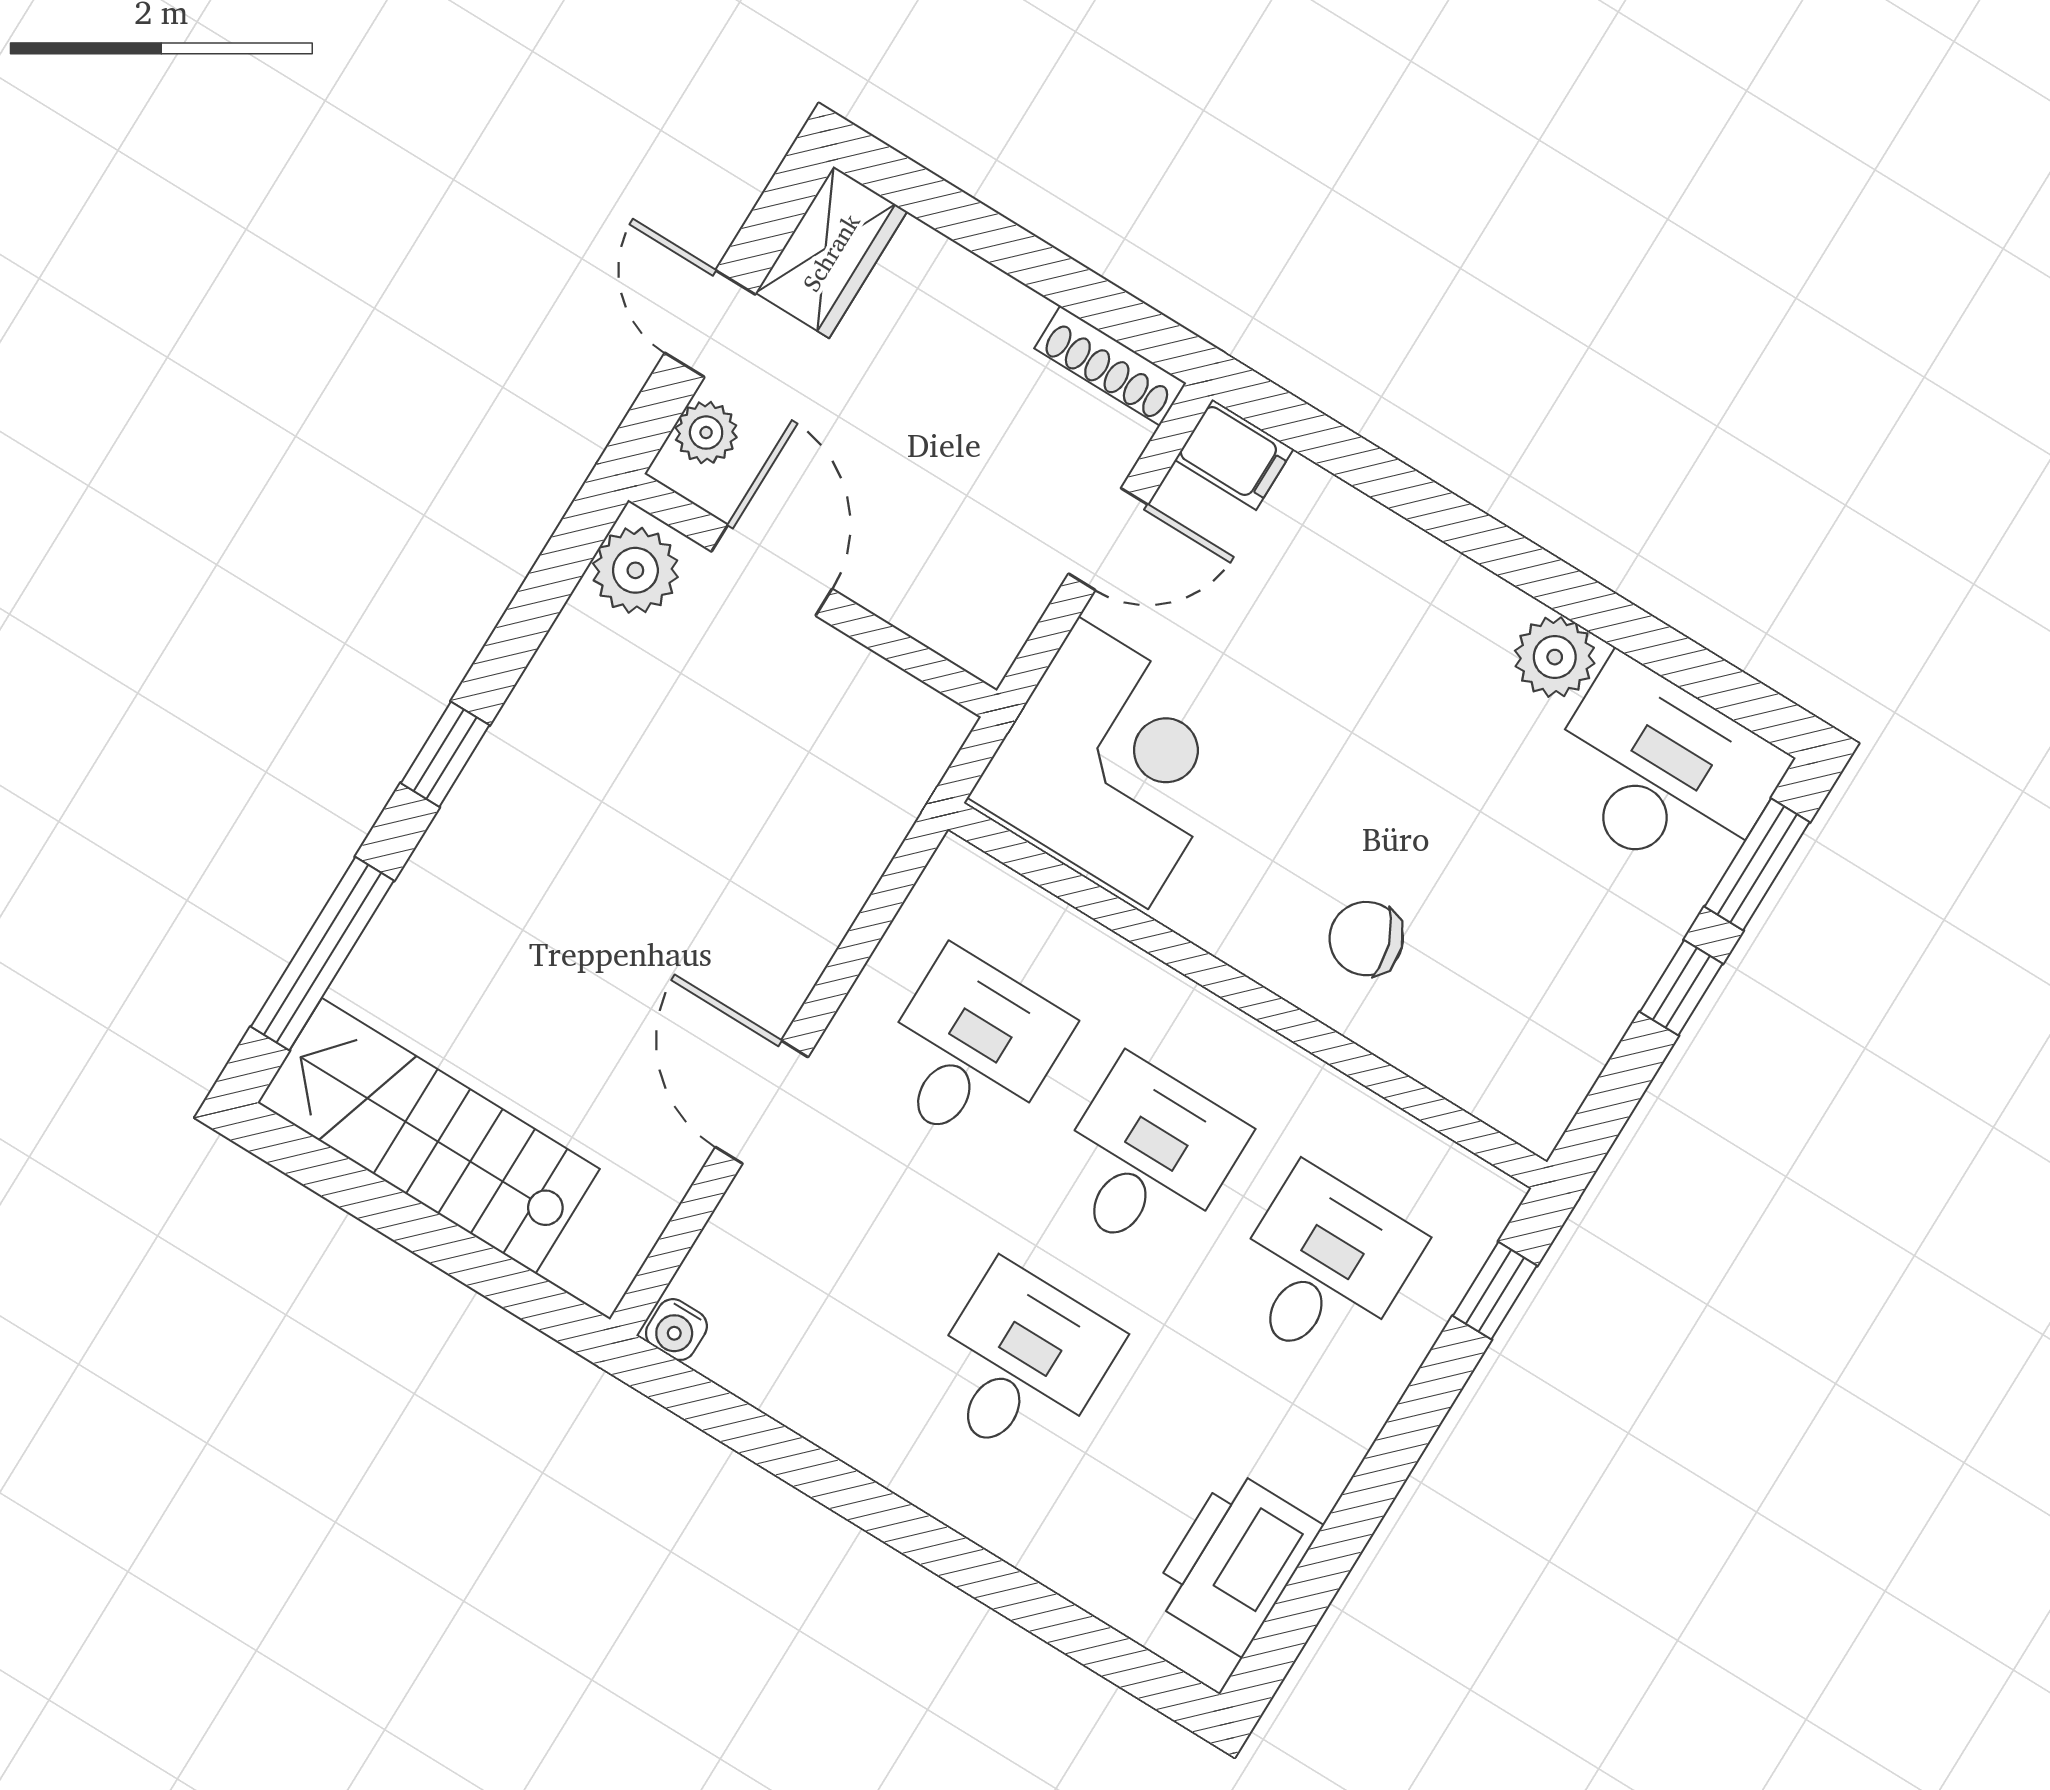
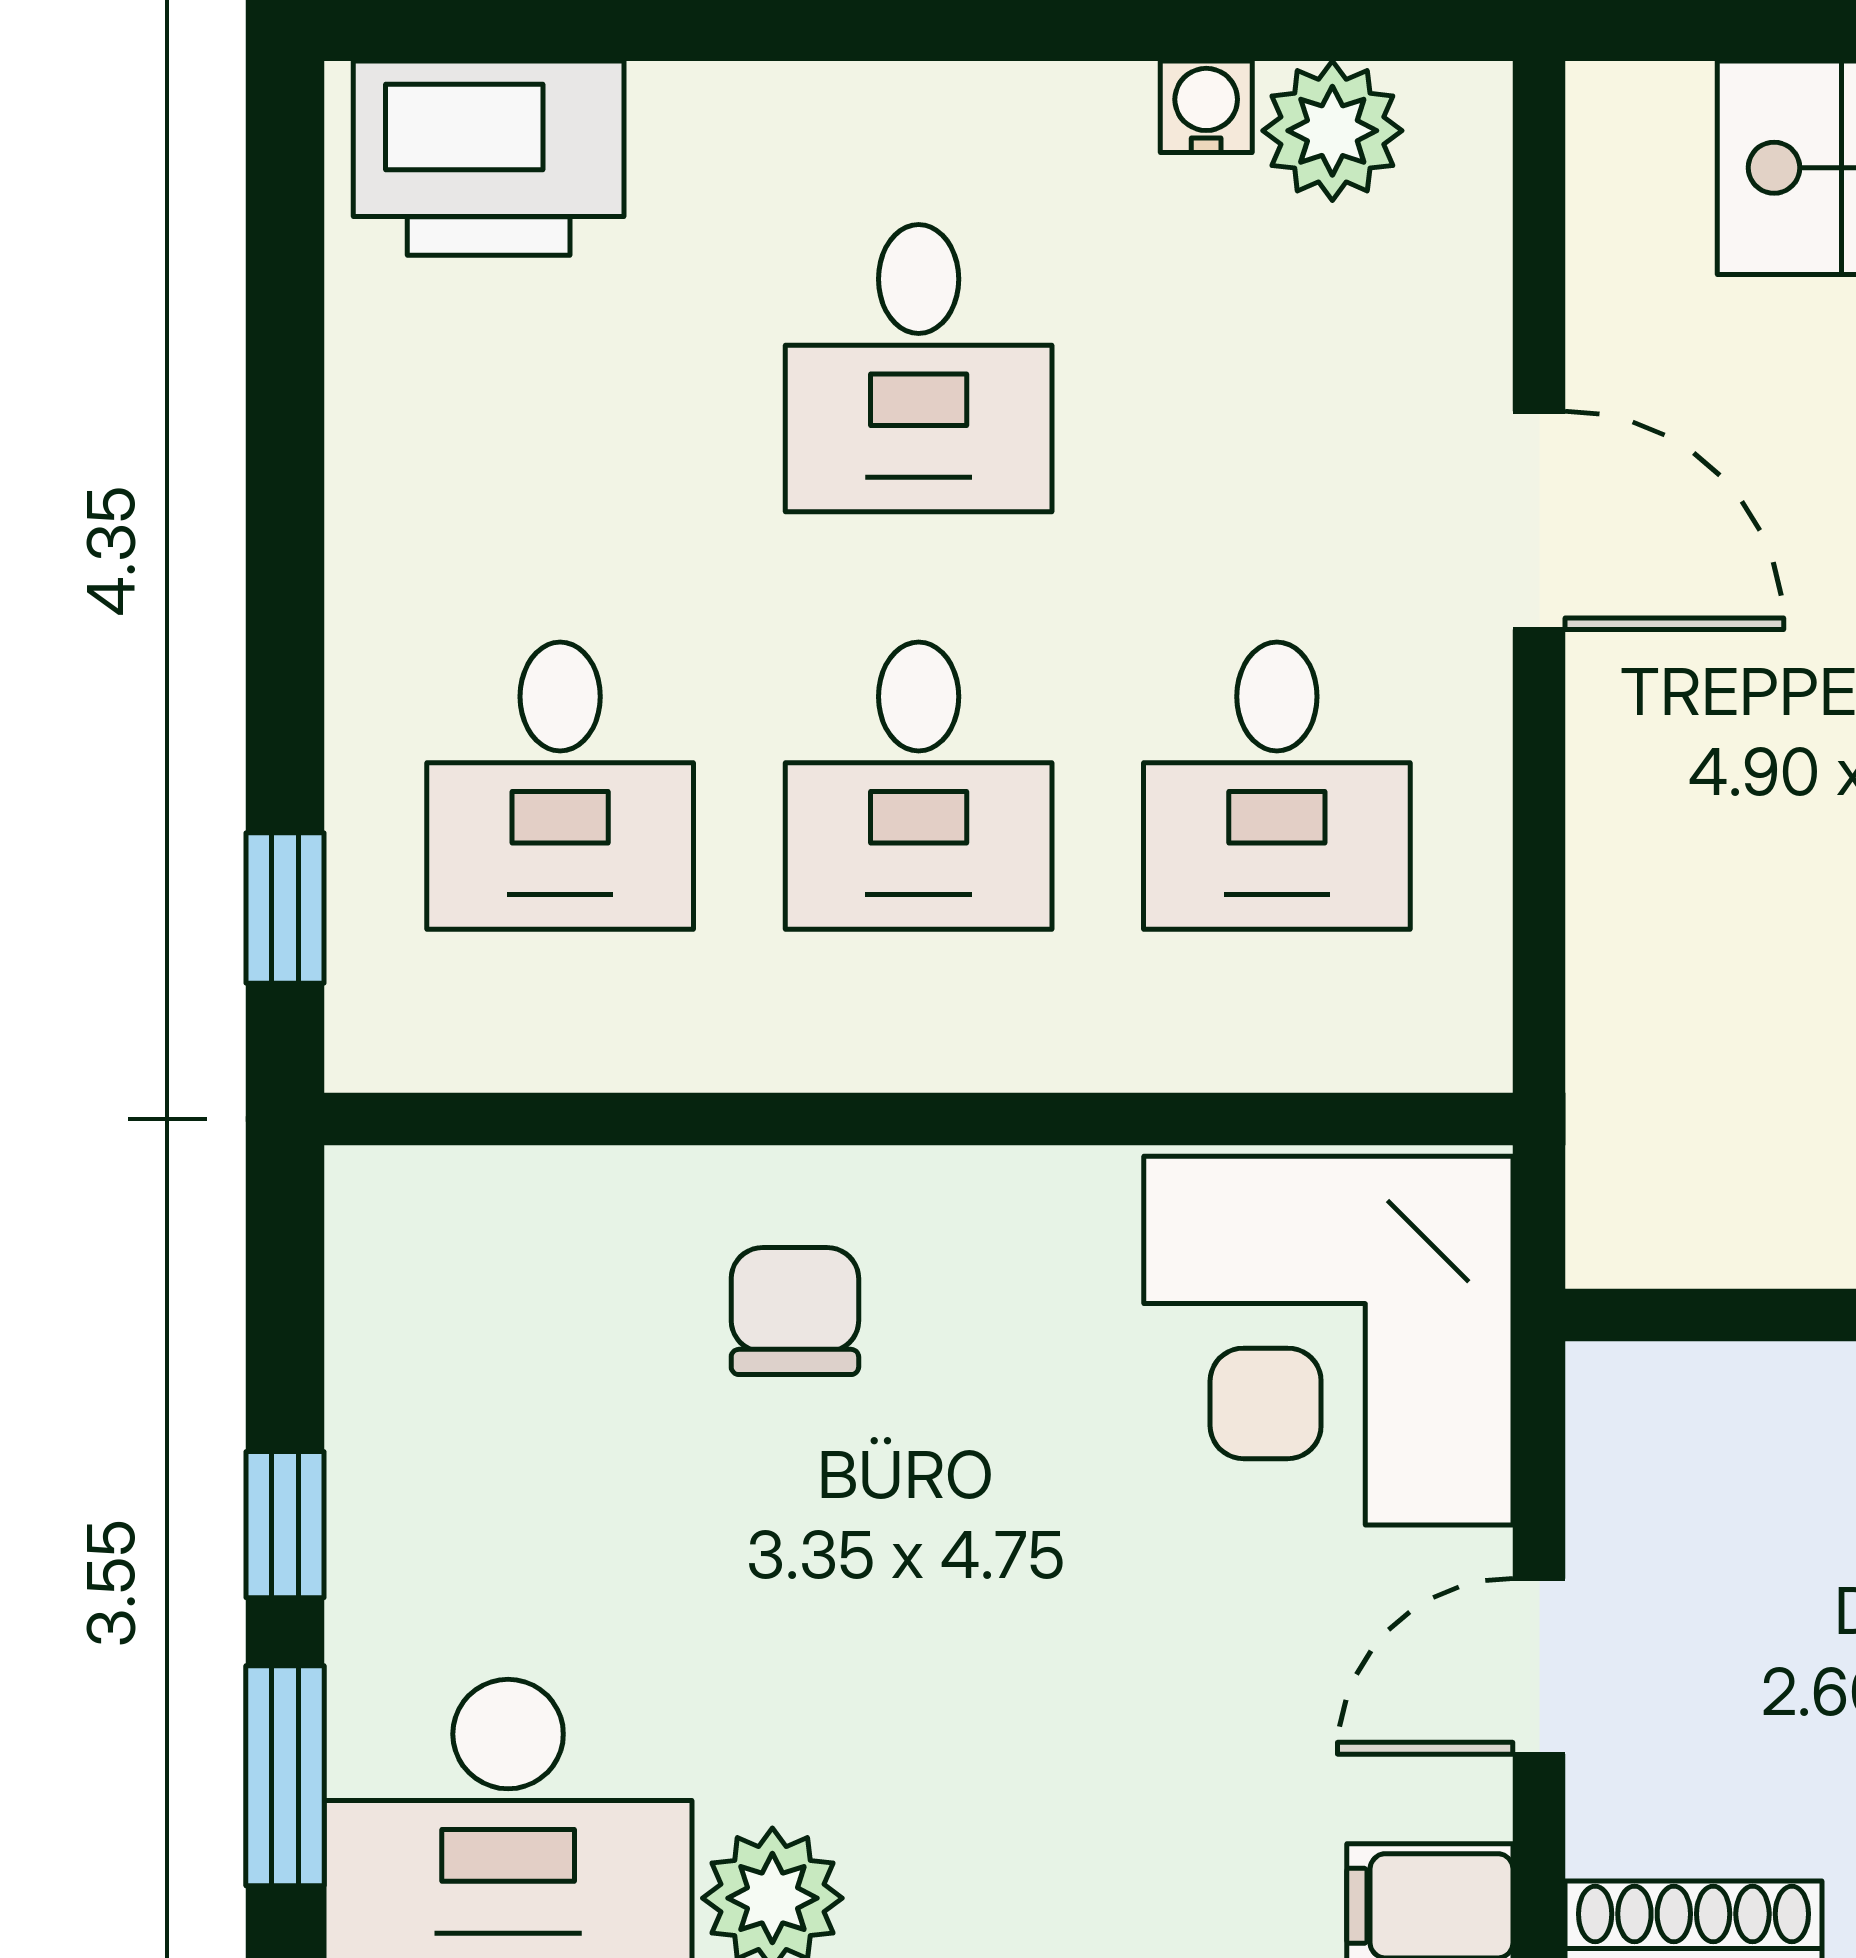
chair: (1366, 939) -> (795, 1311), turned -72
water cooler: (676, 1330) -> (1206, 107), moved
plant: (746, 1356) -> (1332, 131), added
printer: (1235, 1562) -> (489, 158), moved, turned 90

